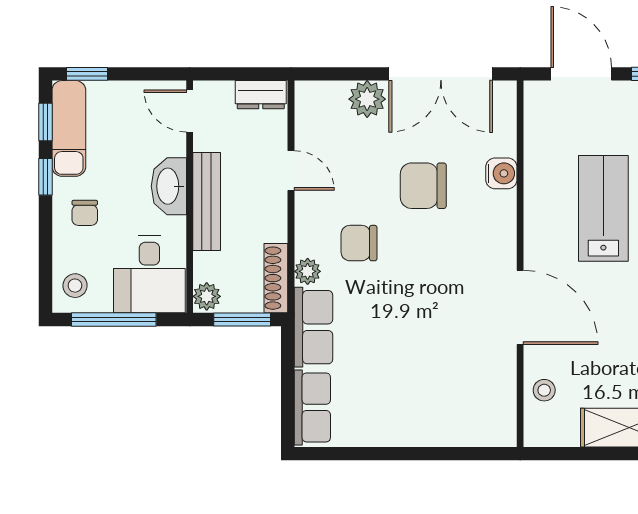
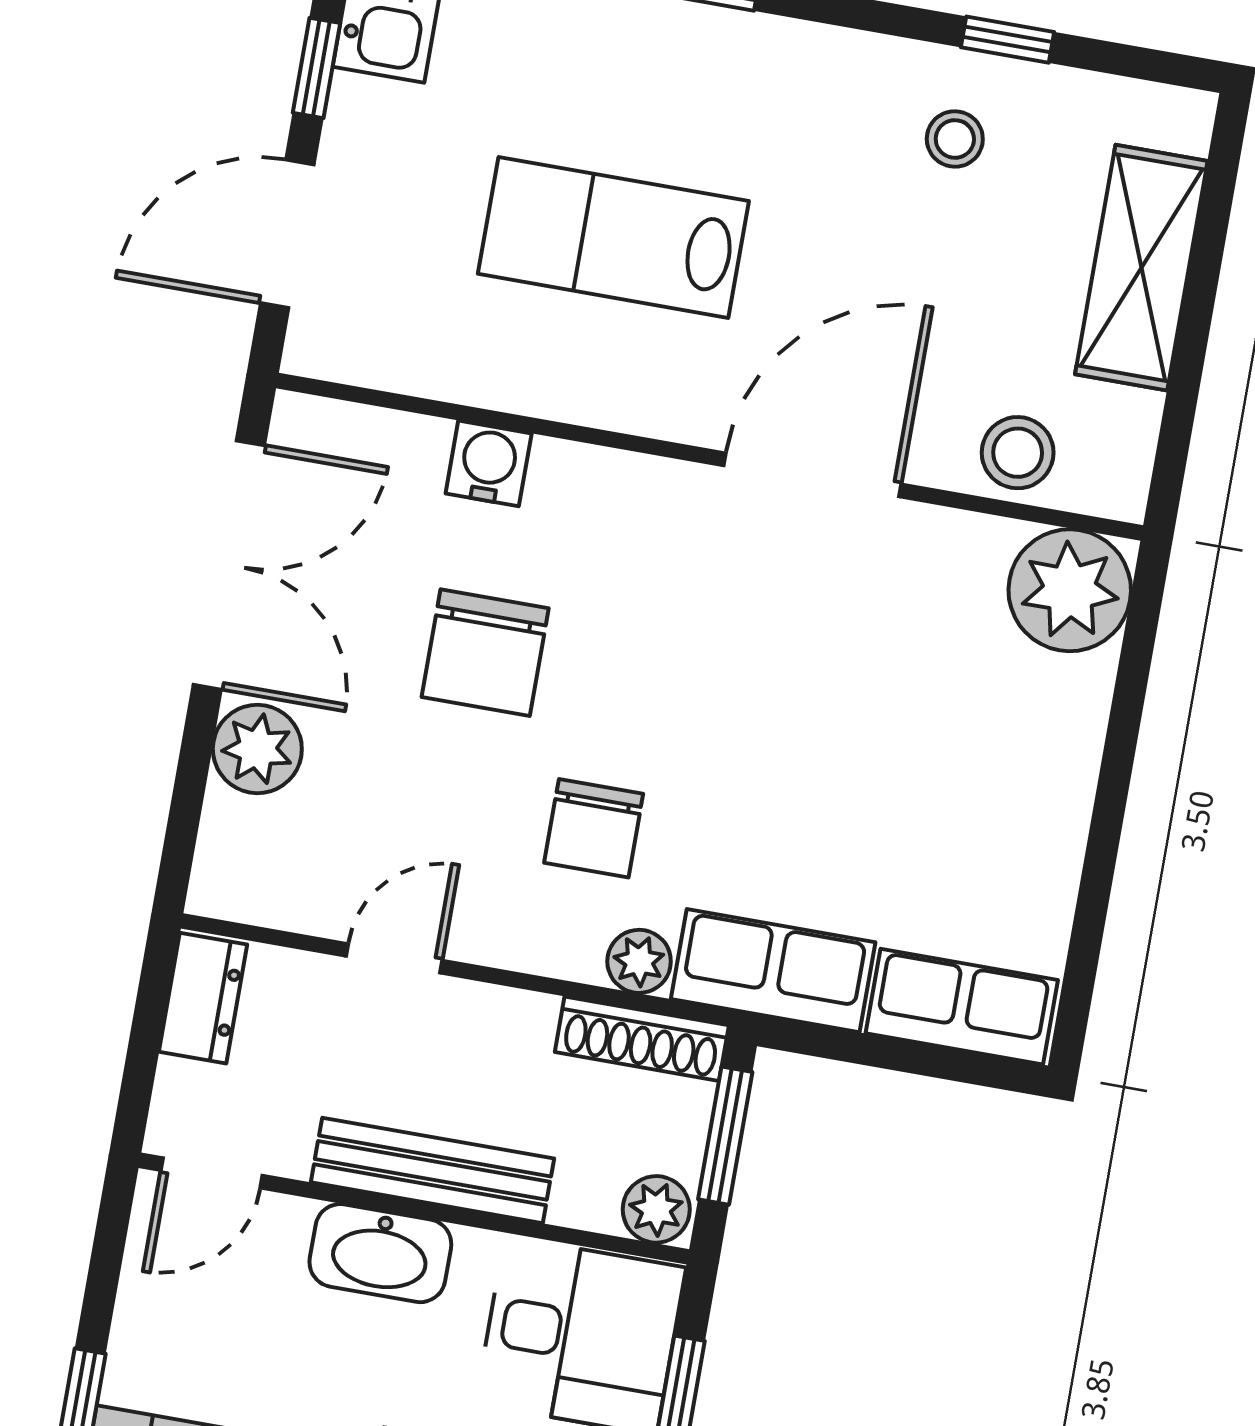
stool: (544, 390) -> (1018, 453), width x1.37, depth x1.37
plant: (491, 422) -> (1070, 590), added

